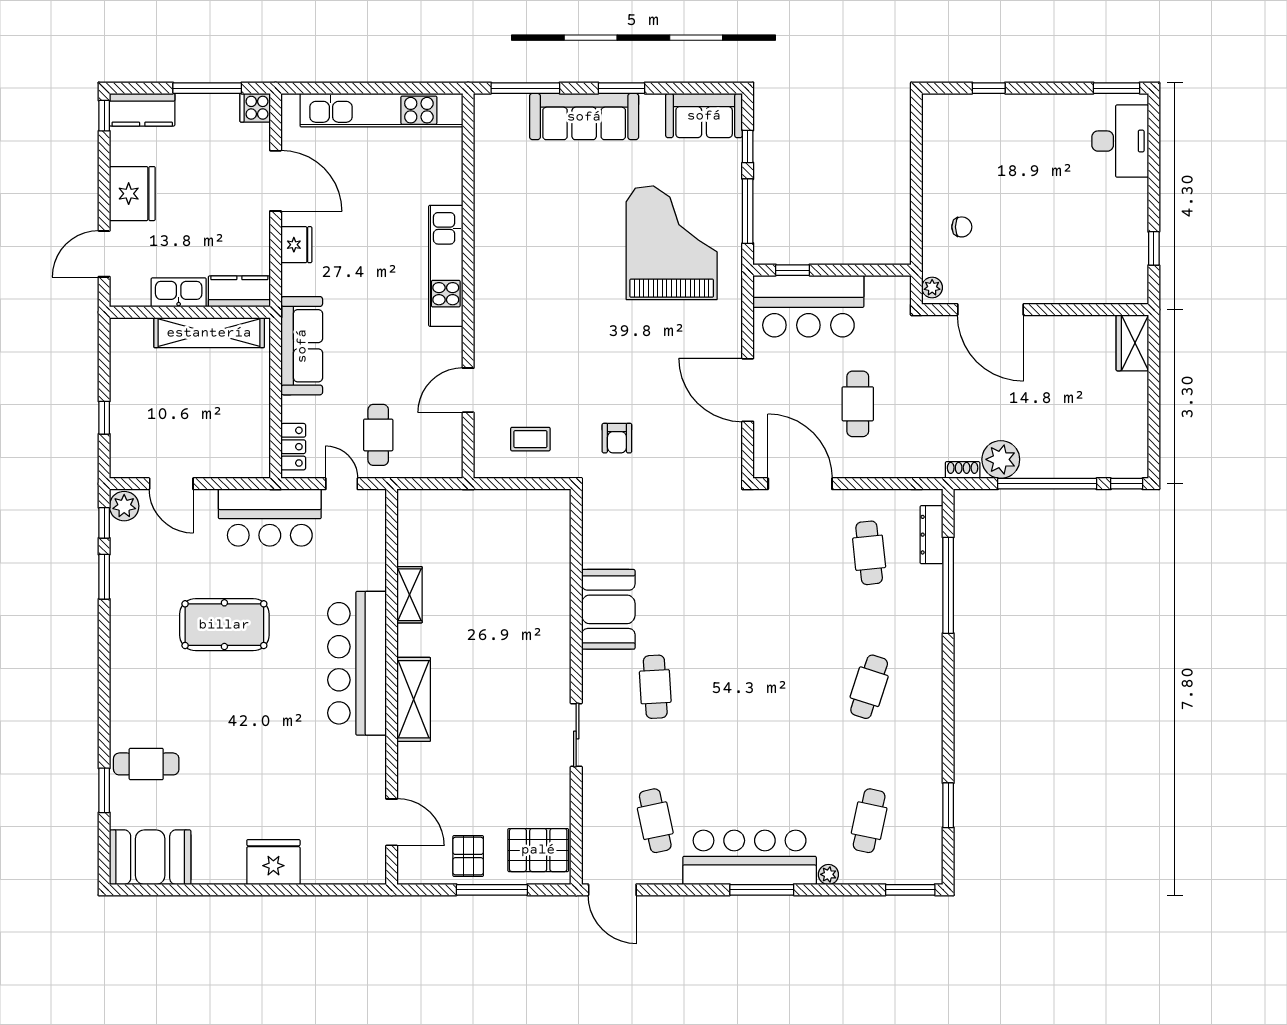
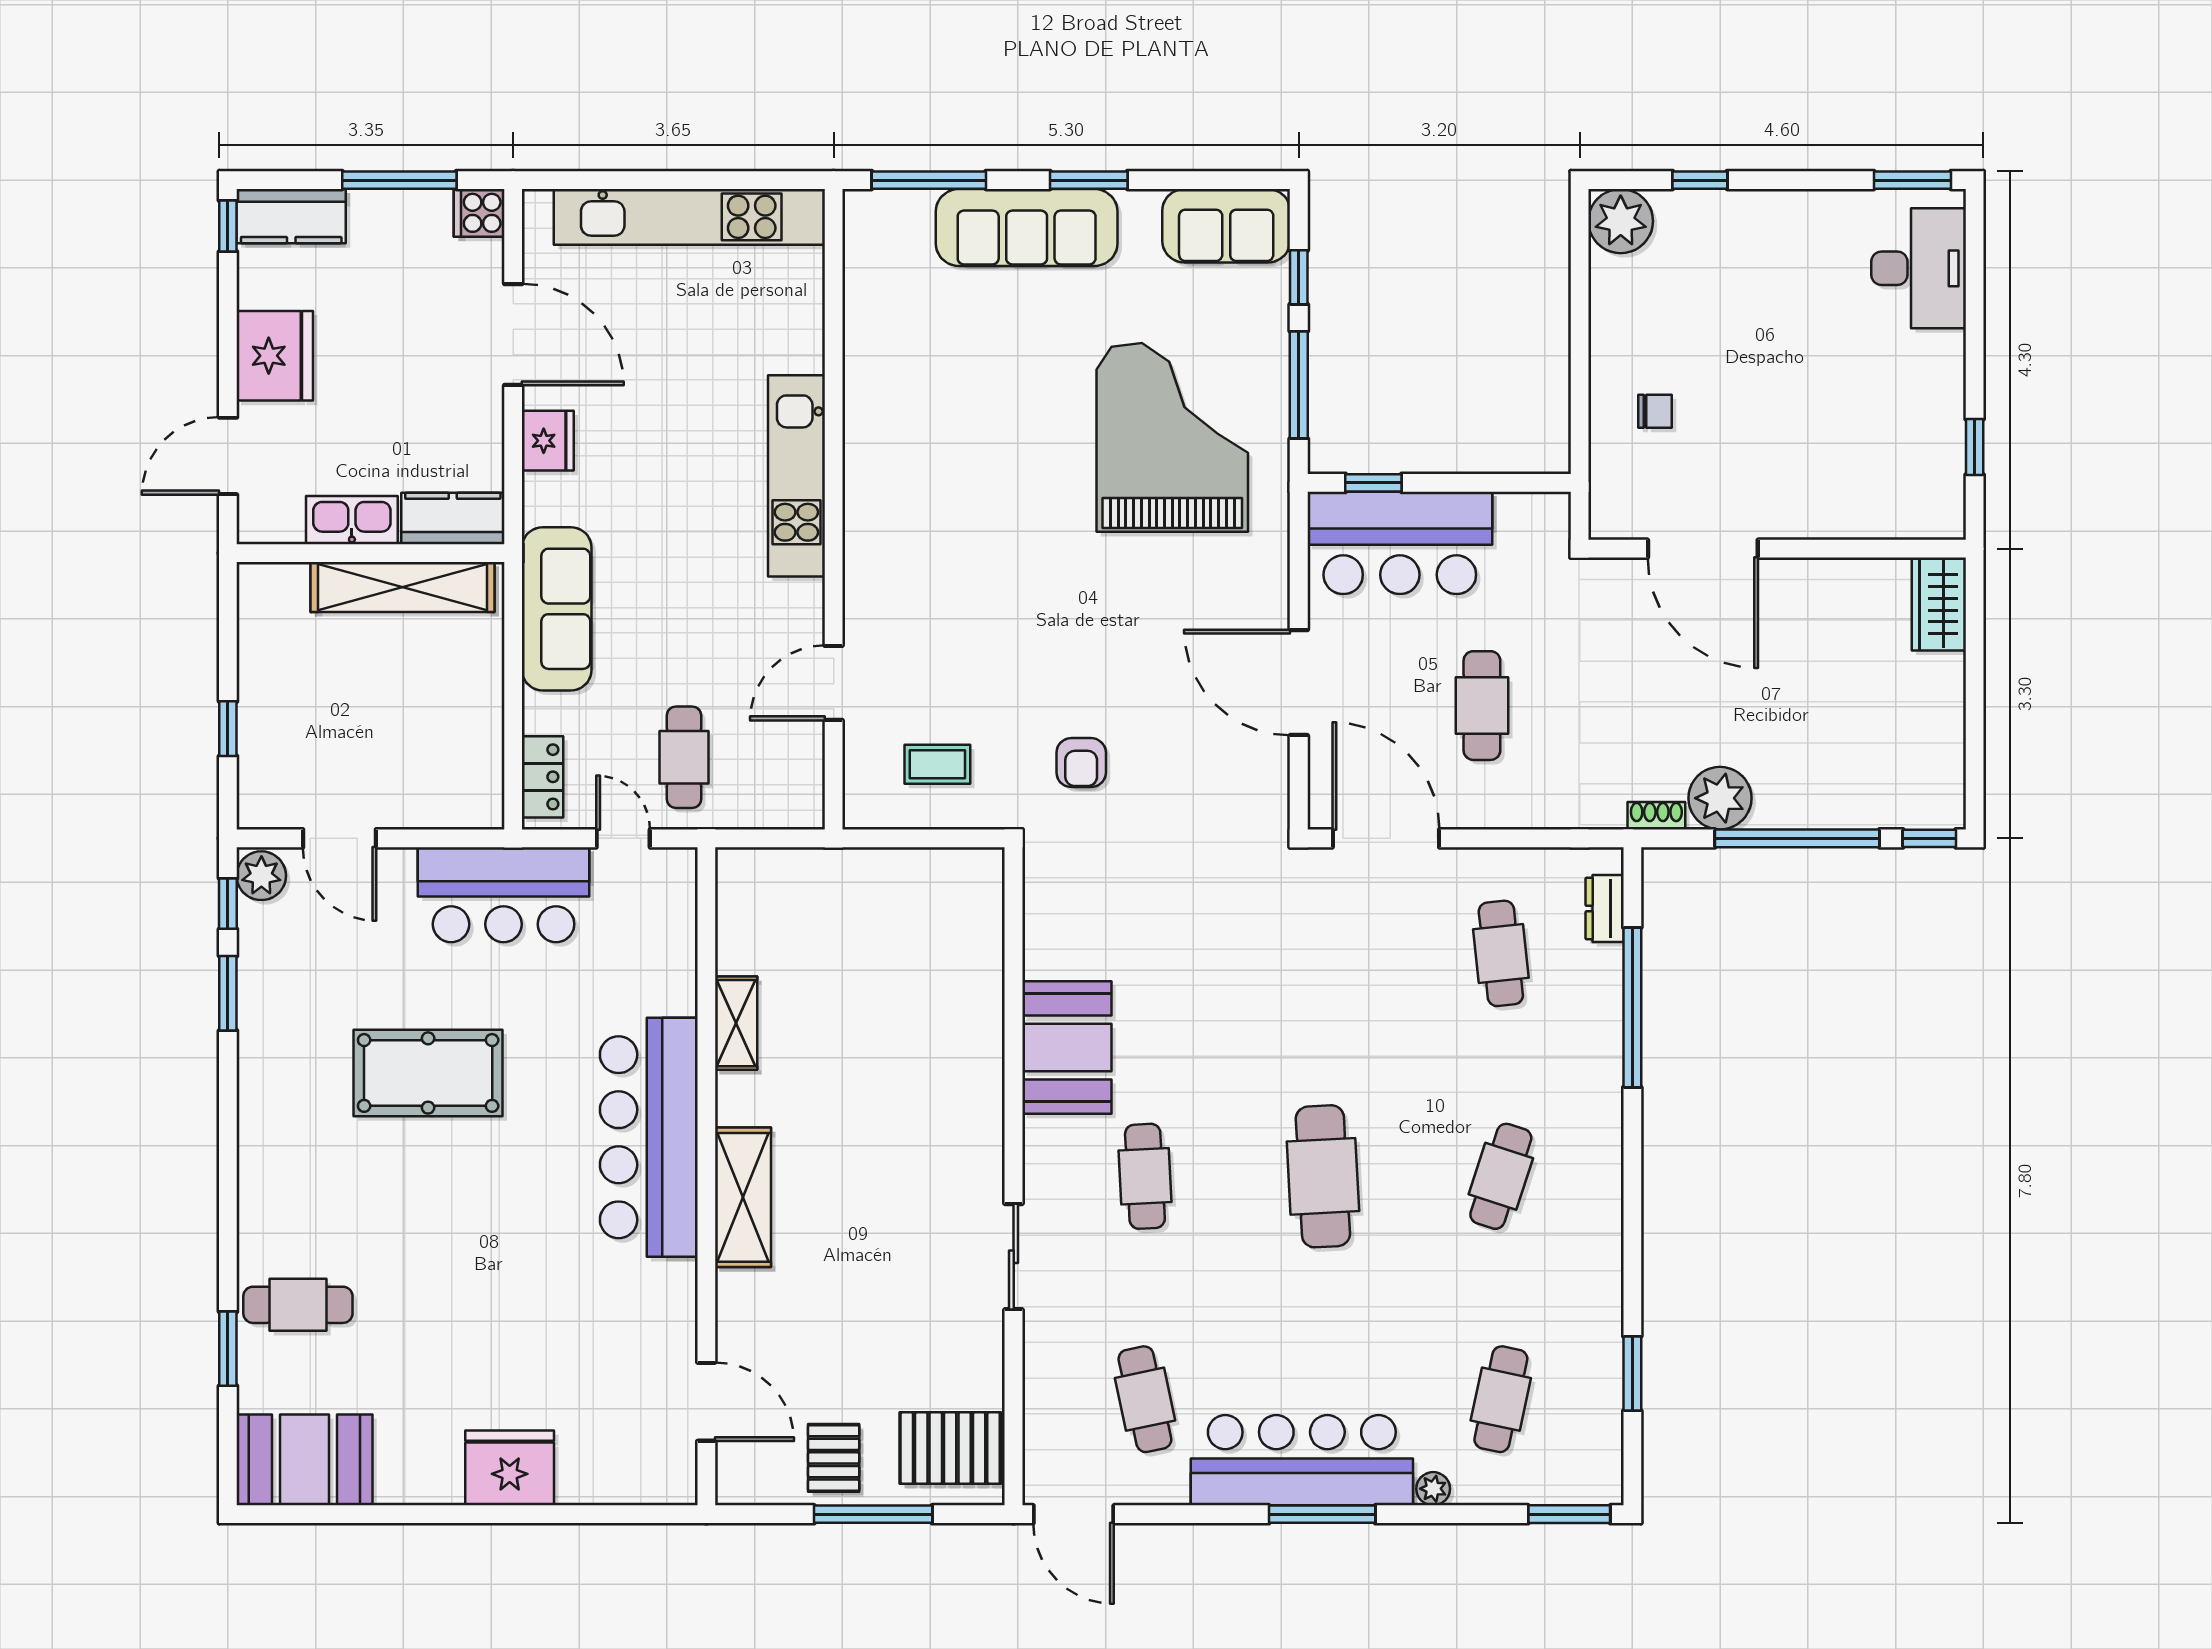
plant: (932, 288) -> (1621, 221), moved, width x1.88, depth x1.88
dresser: (931, 535) -> (1605, 908), width x0.70
cafe table: (762, 687) -> (1323, 1176), added

